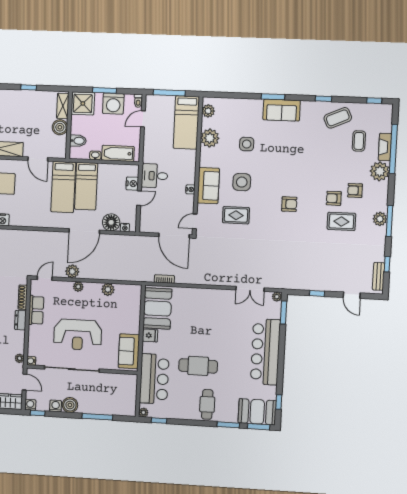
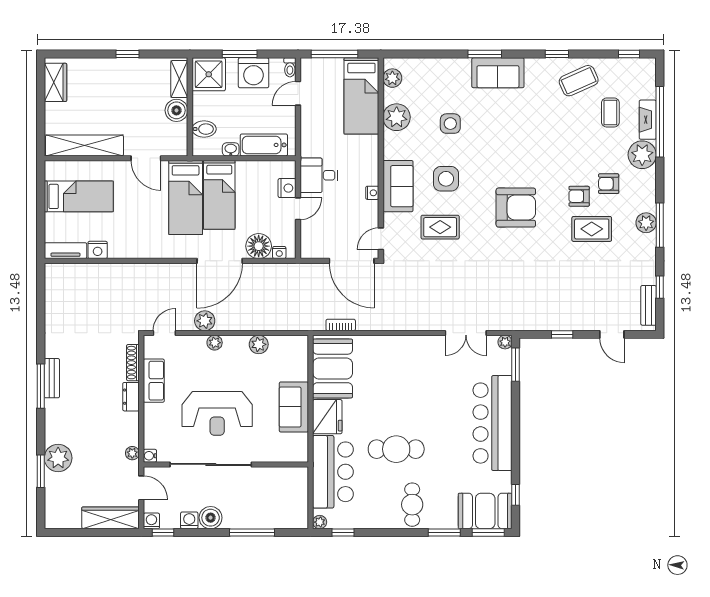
armchair: (289, 204) -> (516, 208), width x1.88, depth x1.88
fridge: (150, 335) -> (327, 417), width x1.88, depth x1.34
sofa: (129, 351) -> (294, 407), moved

